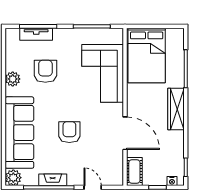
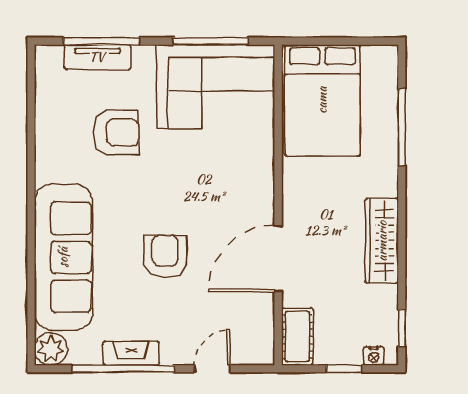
armchair: (45, 71) -> (116, 133), turned 90
corner sofa: (103, 73) -> (216, 87), moved, turned -90
plant: (13, 79) -> (50, 148), removed
wardrobe: (176, 109) -> (382, 241), moved
door: (125, 133) -> (278, 259), swing flipped
door: (93, 187) -> (212, 369), hinge flipped

